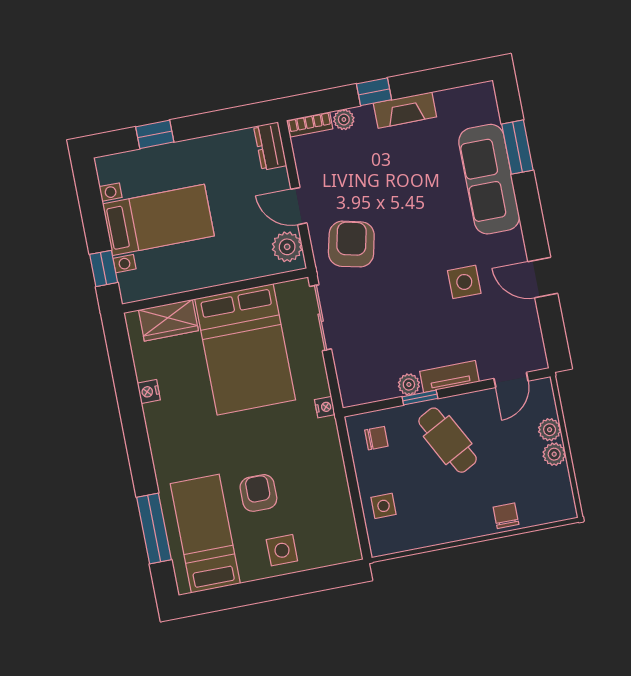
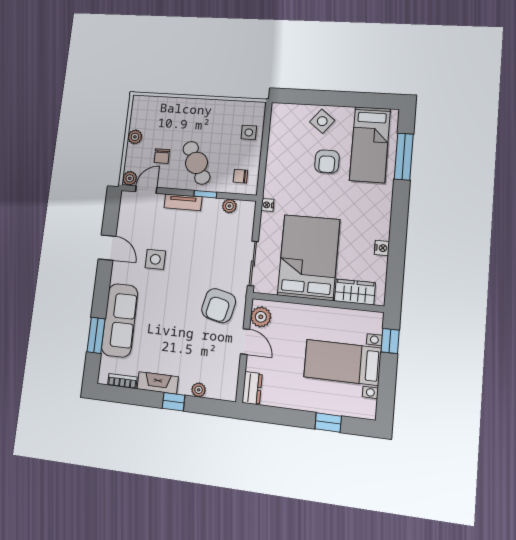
bookcase: (310, 124) -> (122, 381), moved
plant: (409, 384) -> (229, 206), moved
plant: (550, 430) -> (130, 178), moved
chair: (506, 516) -> (162, 156), moved
side table: (282, 550) -> (322, 121), turned 38

